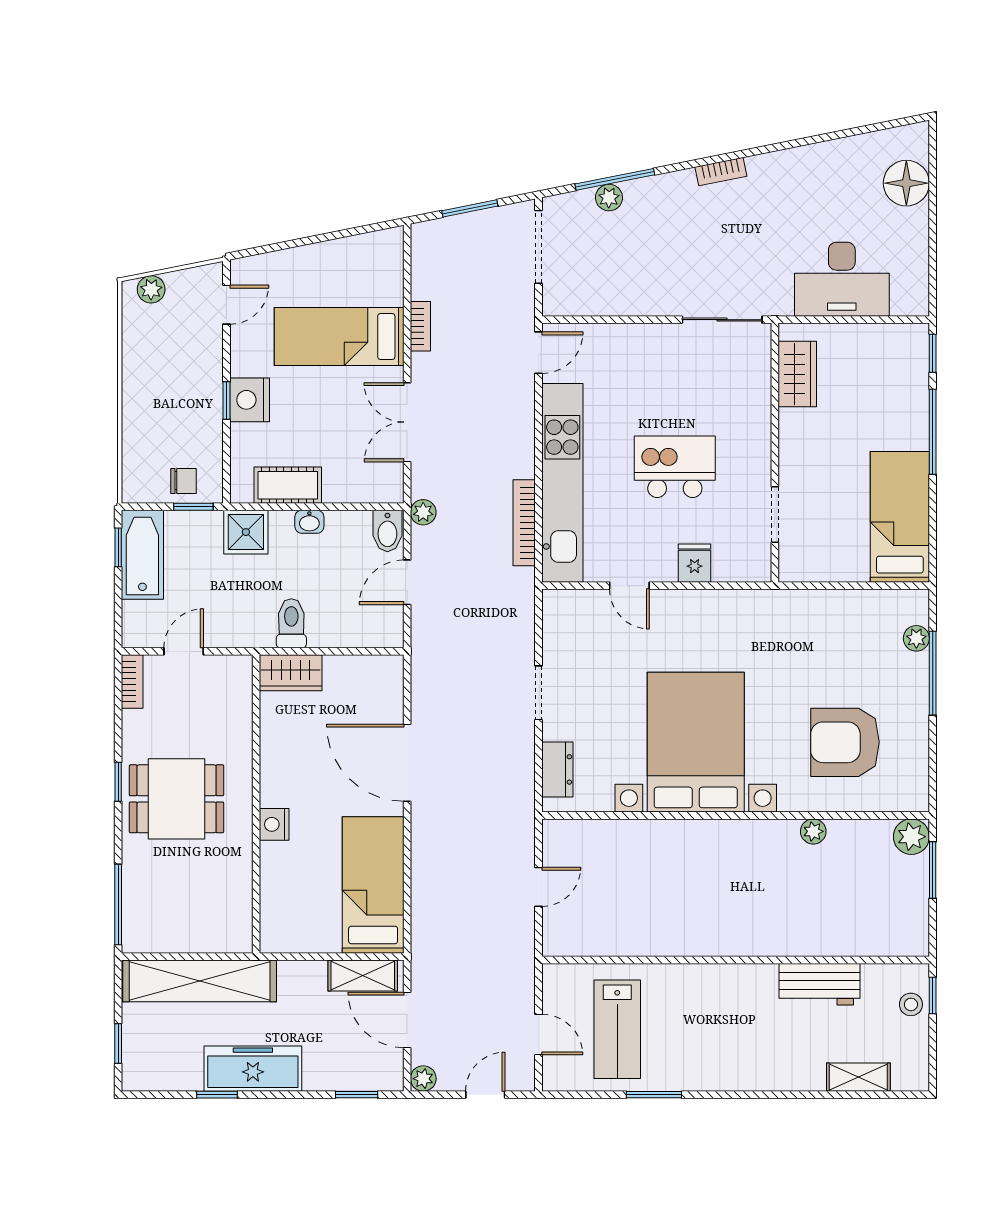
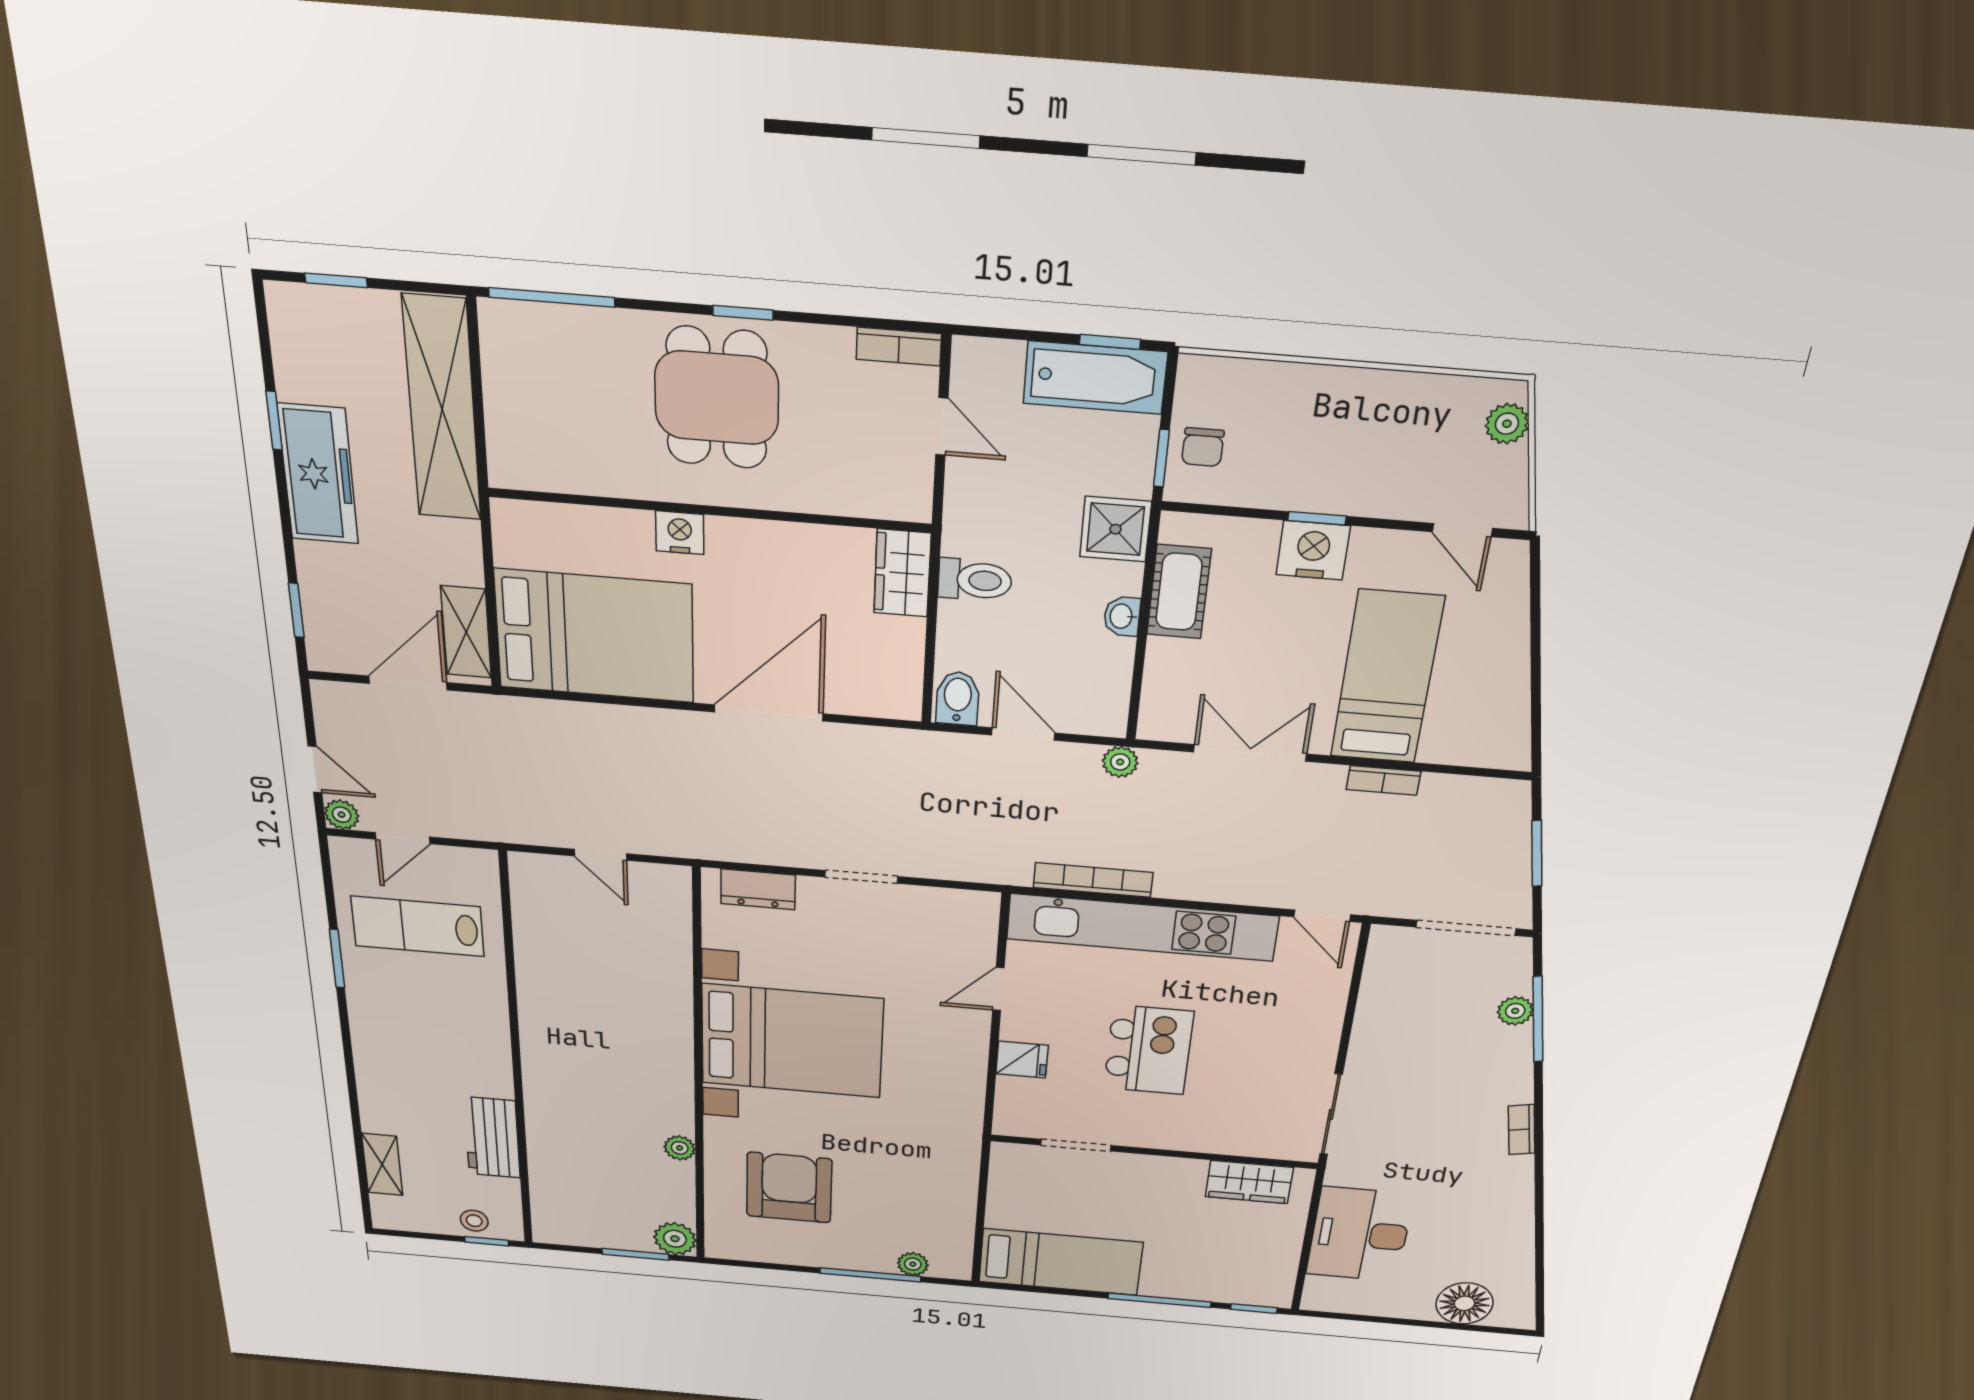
bidet: (387, 531) -> (958, 698), moved, turned 90
bed: (373, 885) -> (595, 636), width x1.50
plant: (423, 1079) -> (342, 815), moved

